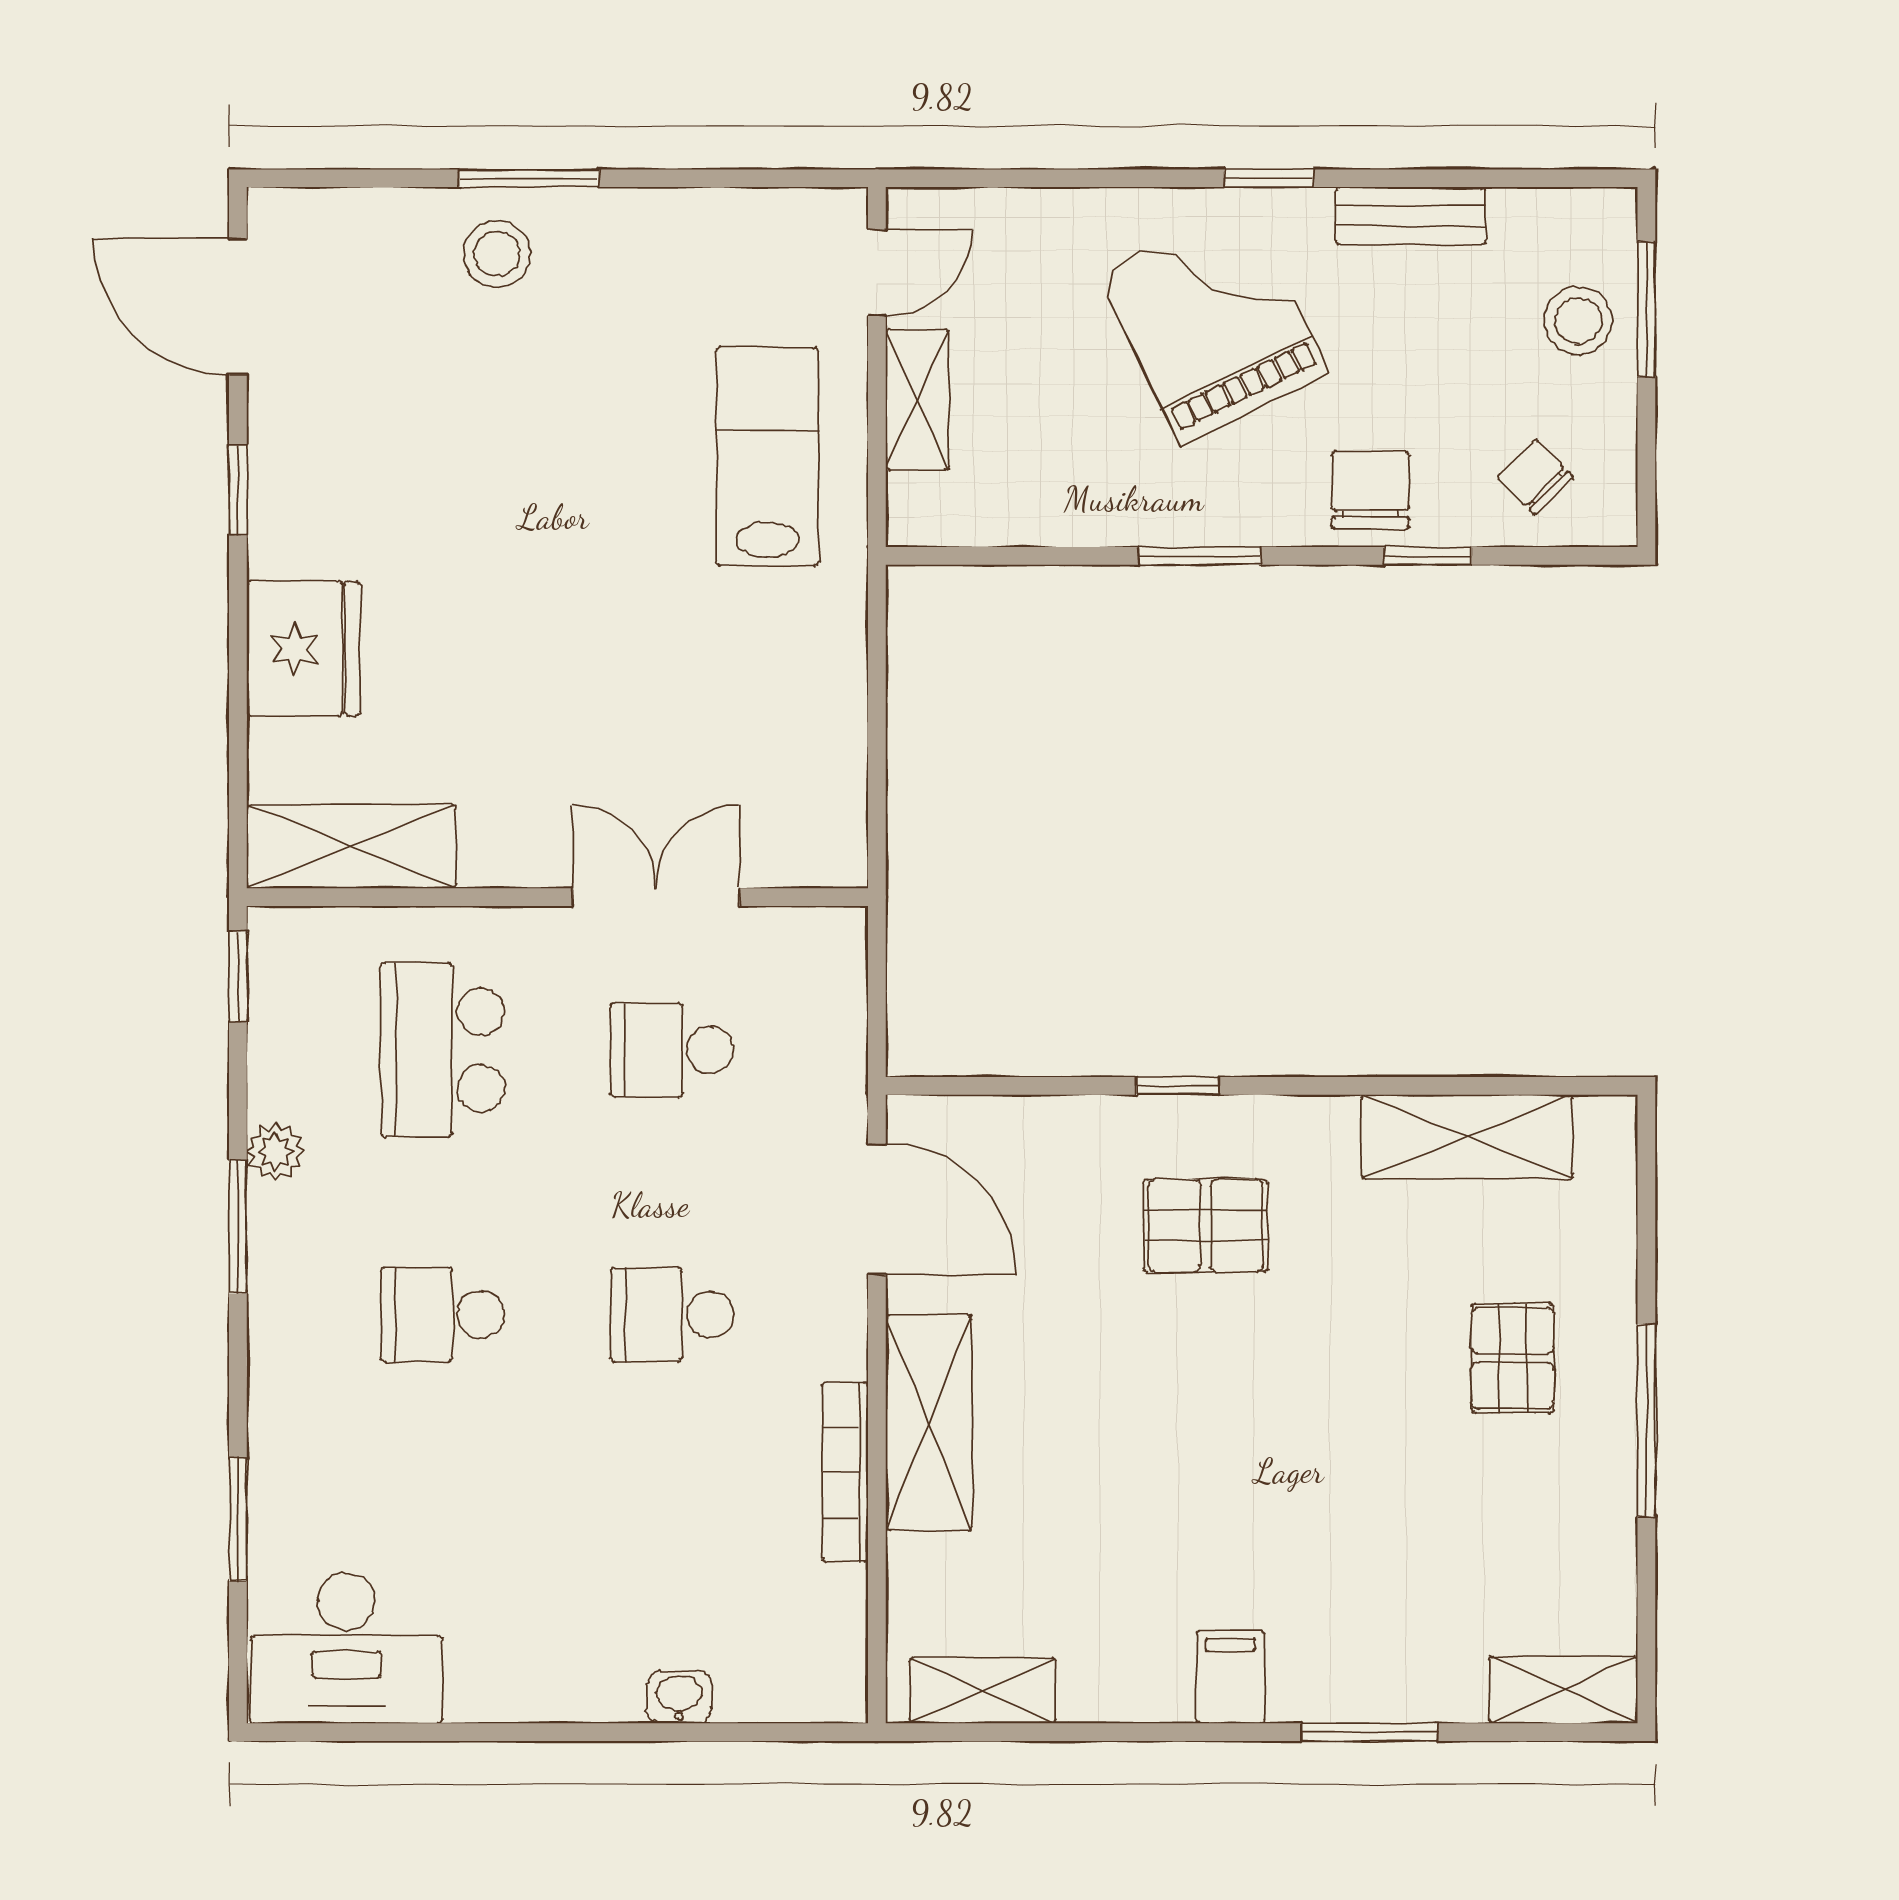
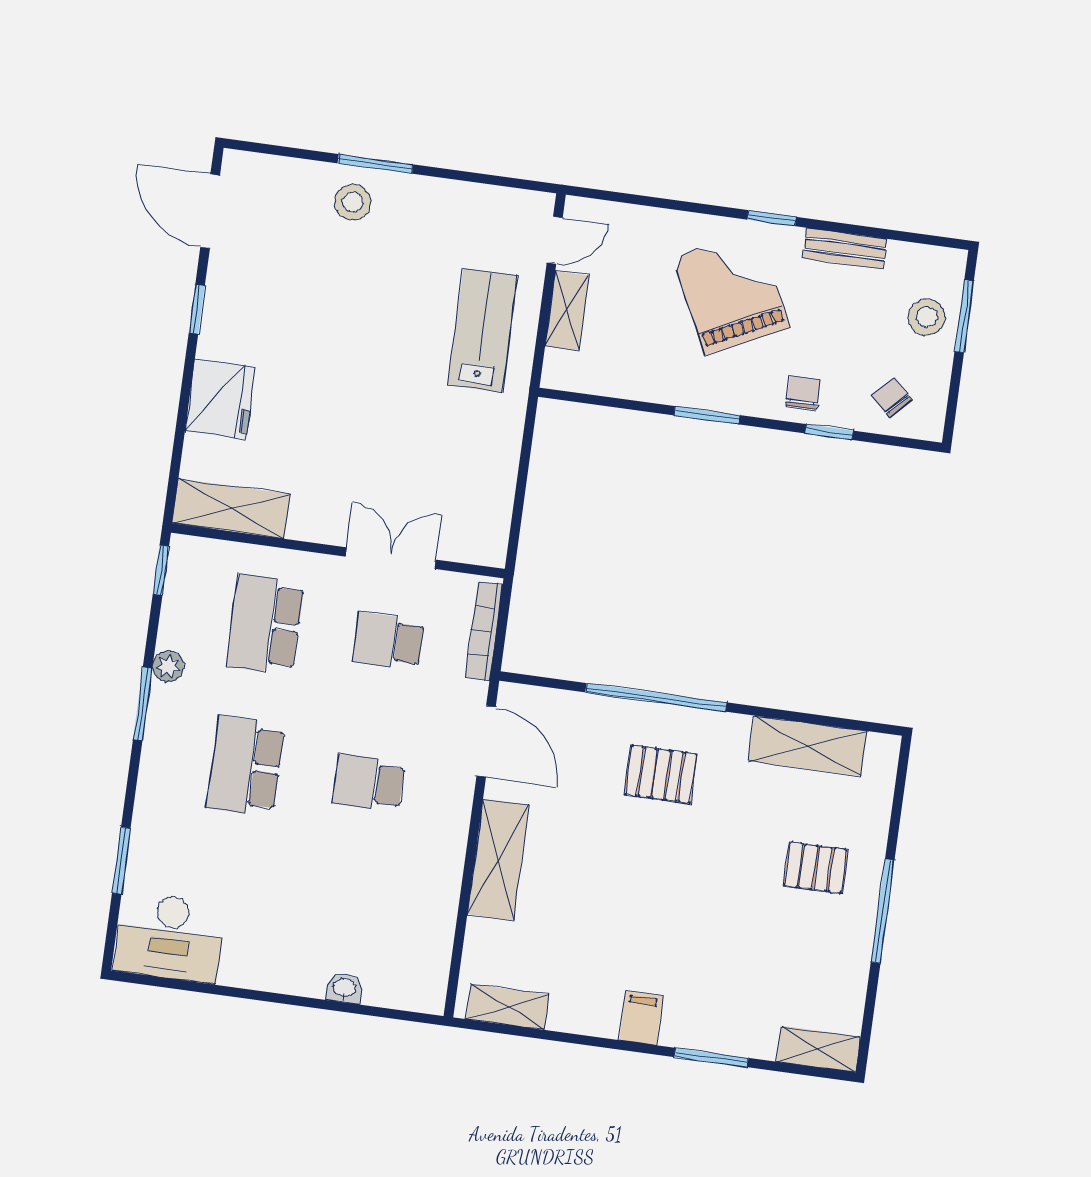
chair: (1370, 490) -> (803, 393), width x0.73, depth x0.73
window: (1178, 1086) -> (656, 697), width x3.17
school desk: (443, 1315) -> (246, 766), width x1.85
pallet: (1513, 1358) -> (816, 868), turned 90
bookcase: (845, 1472) -> (484, 631), moved

